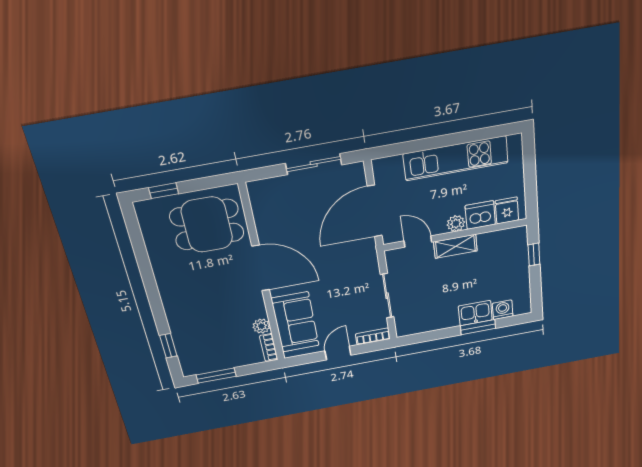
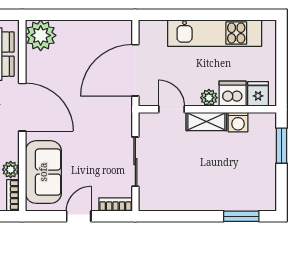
sliding door: (314, 164) -> (88, 15), removed
plant: (265, 195) -> (41, 35), added
window: (534, 254) -> (281, 146), width x1.50
washing machine: (503, 310) -> (238, 122), moved, turned 180
kitchen sink: (475, 313) -> (219, 199), removed
window: (478, 327) -> (241, 216), moved

